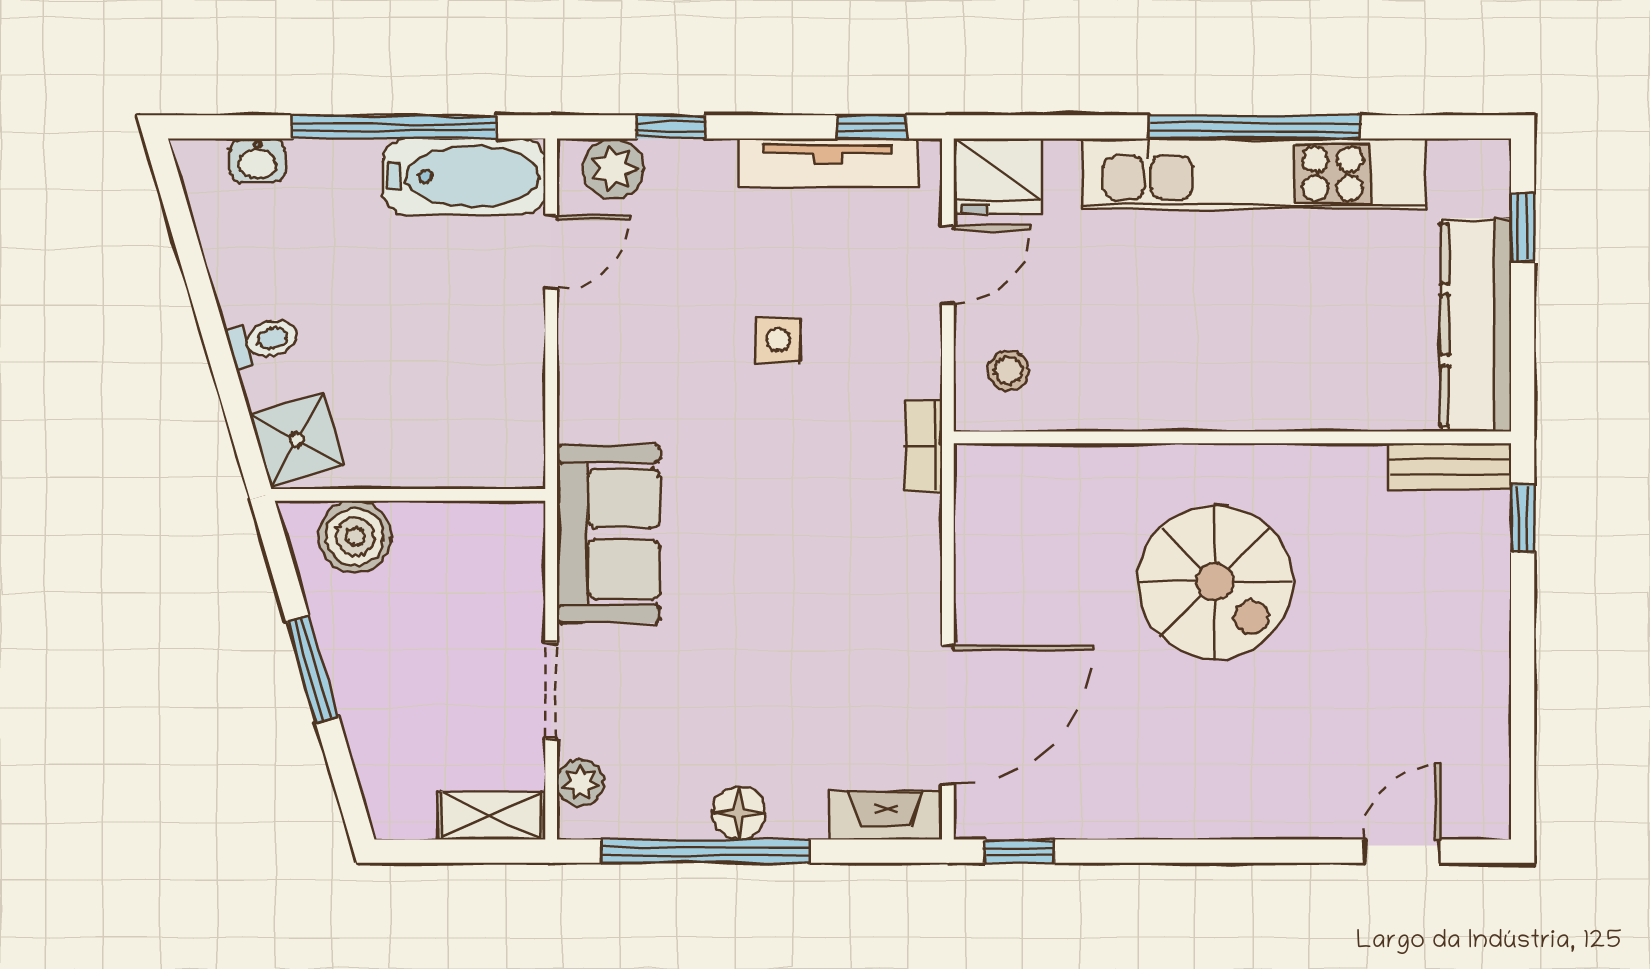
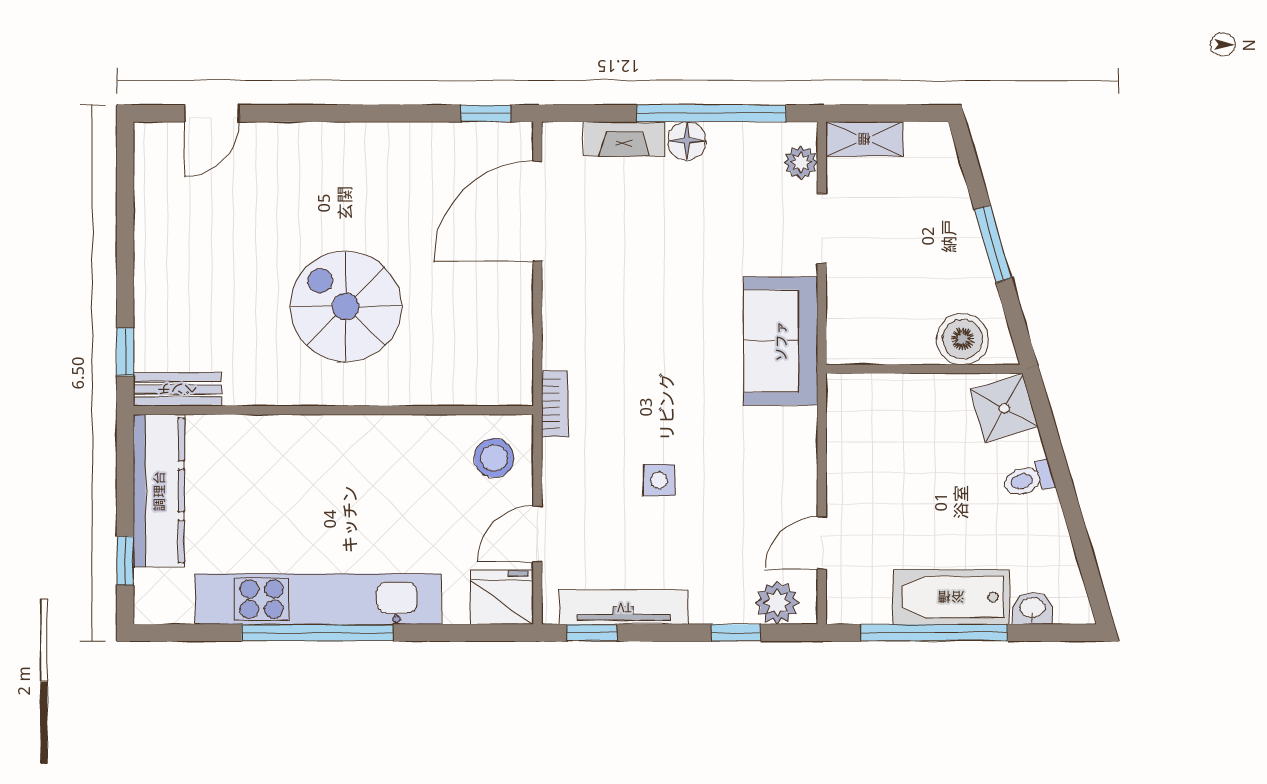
bathtub: (464, 177) -> (951, 597), moved
stool: (1008, 371) -> (494, 458), width x1.37, depth x1.37
fireplace: (886, 816) -> (624, 139), moved

